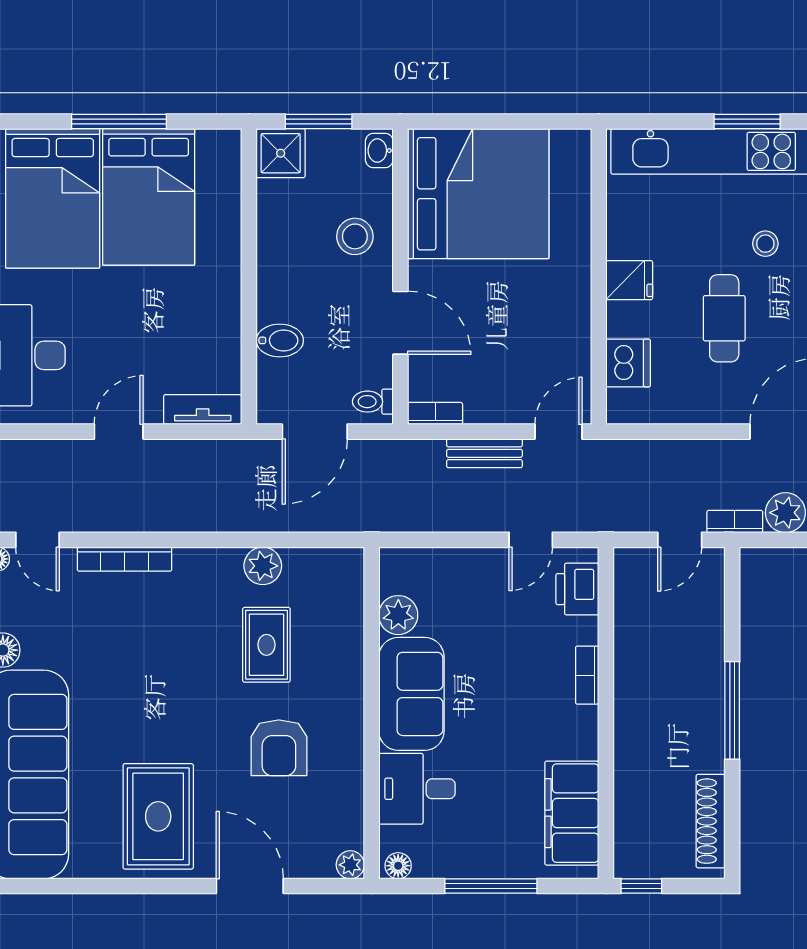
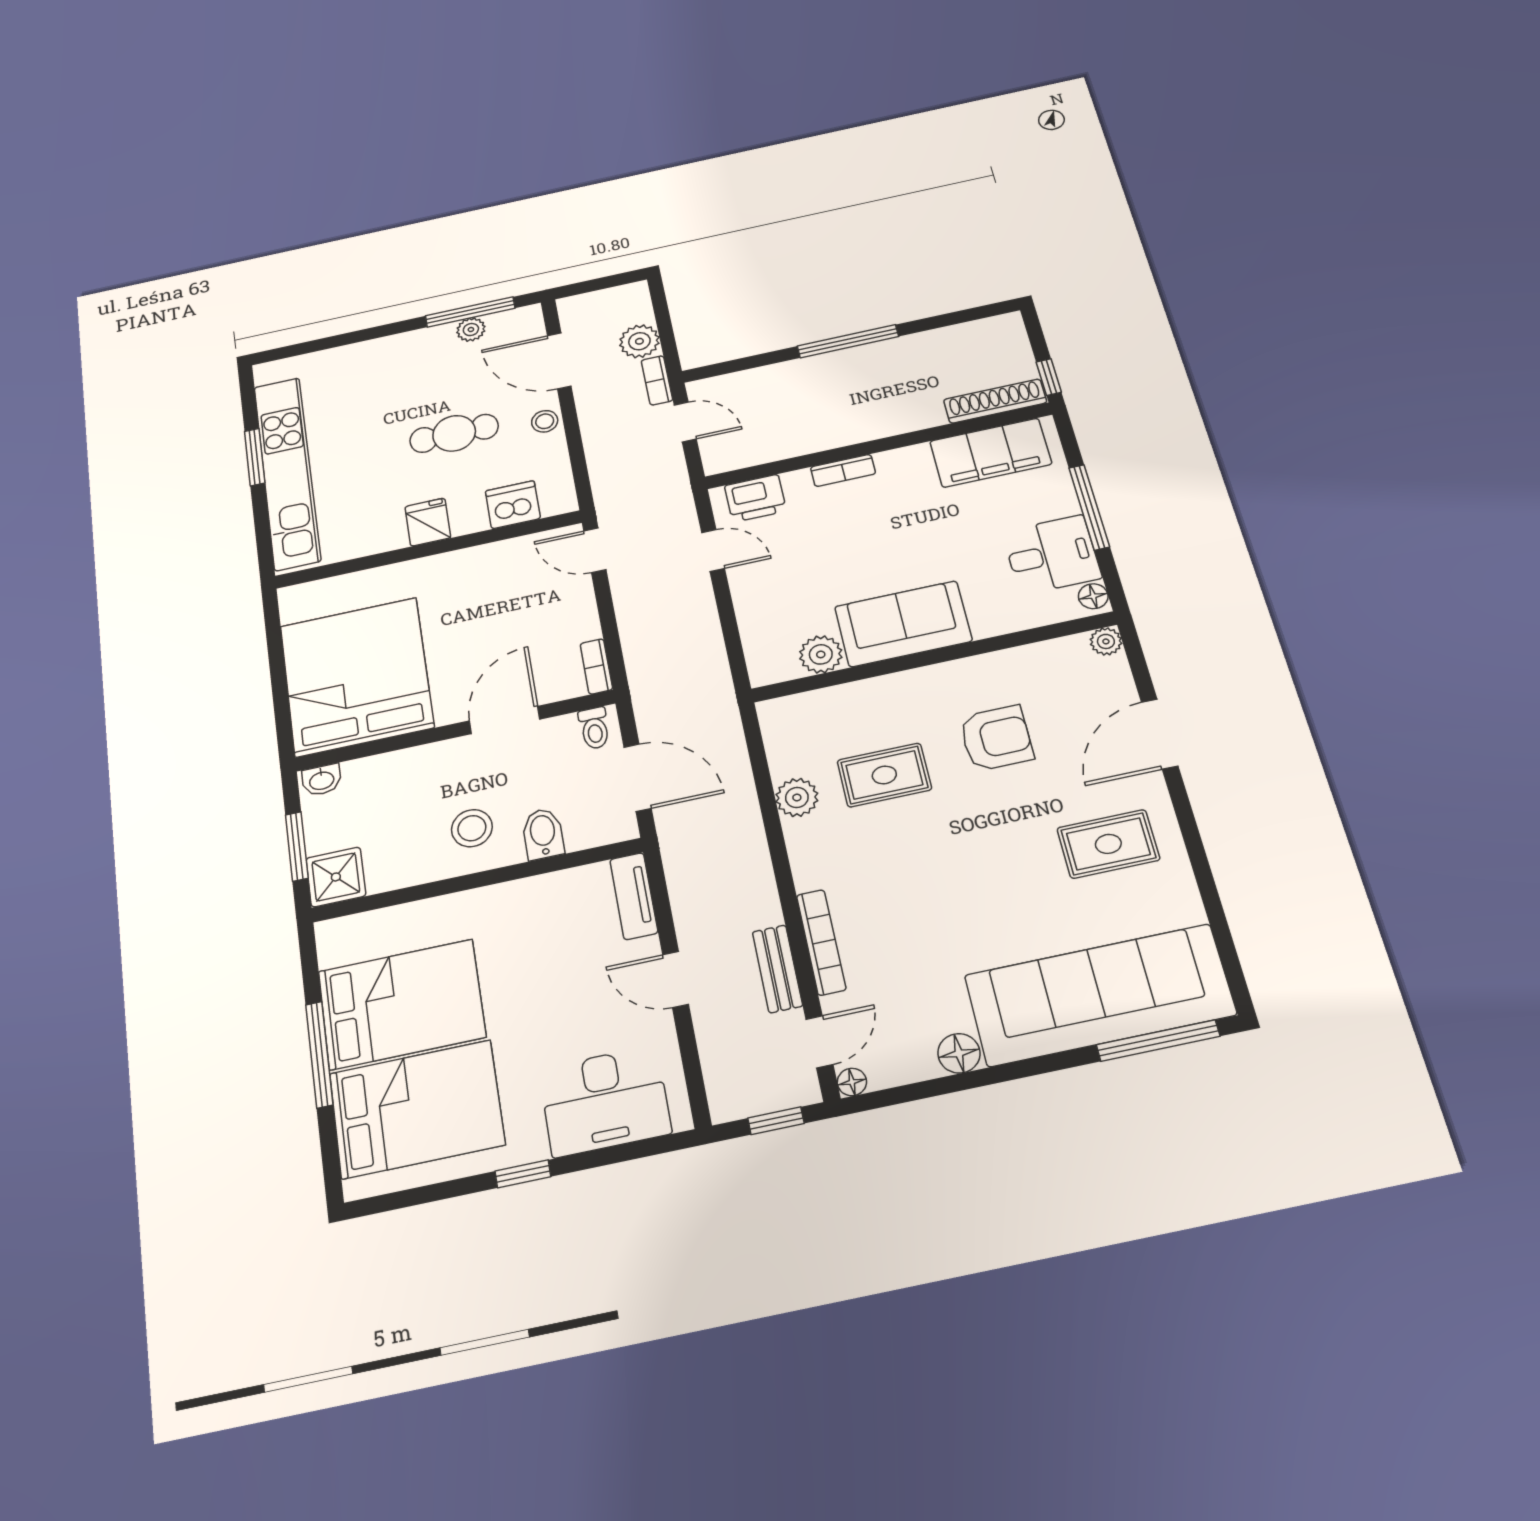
stool: (355, 236) -> (472, 828), moved
stool: (765, 244) -> (545, 421), moved
bench: (484, 453) -> (777, 969), moved
desk: (417, 789) -> (1052, 555), moved, turned -90
rug: (158, 816) -> (1108, 844), width x0.73, depth x0.70
shoe rack: (711, 821) -> (995, 401), moved, turned 180

